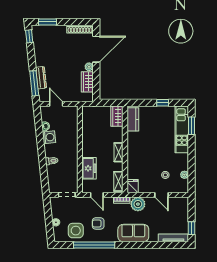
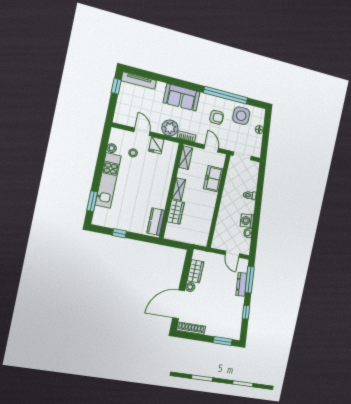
window: (29, 36) -> (246, 312), moved
wardrobe: (117, 116) -> (176, 212), moved
kitchen unit: (182, 129) -> (108, 180), moved
fridge: (133, 186) -> (156, 145), moved

